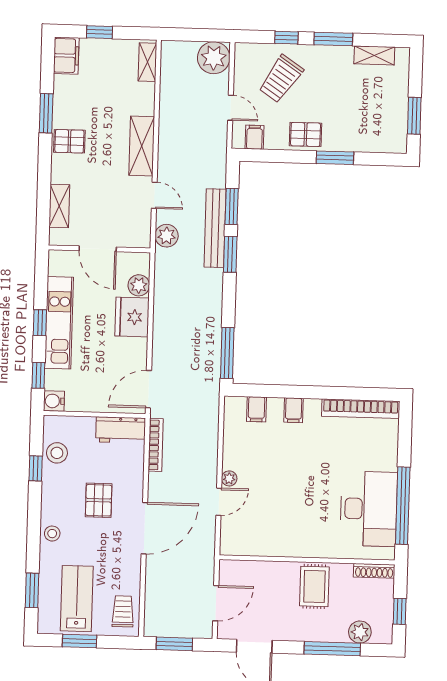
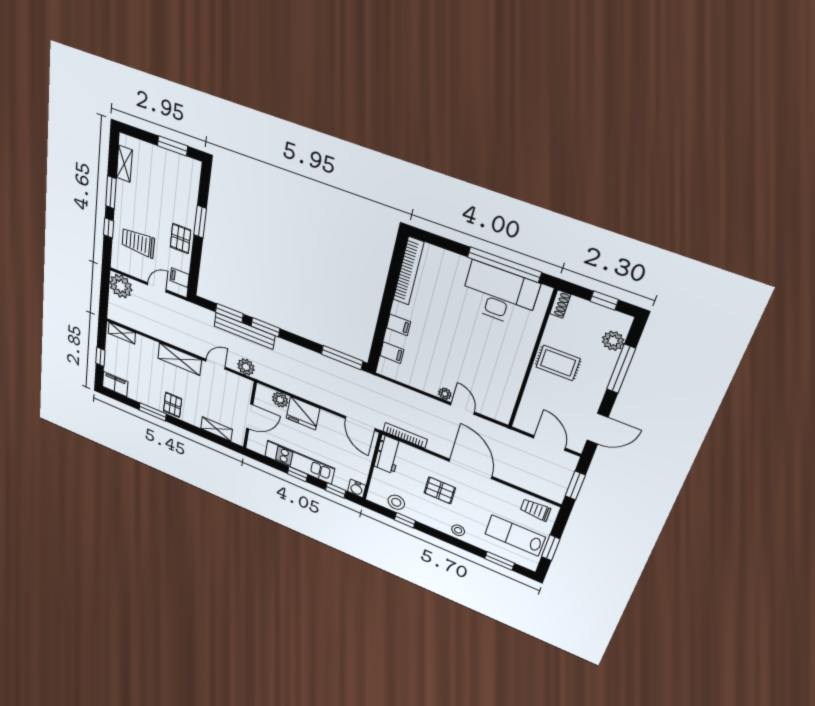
trolley: (281, 79) -> (138, 243), turned 146
shoe rack: (374, 571) -> (560, 304), width x0.70

